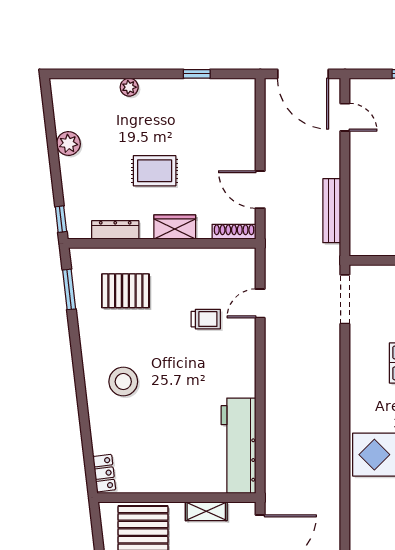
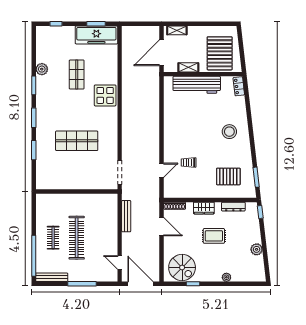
spiral stairs: (219, 107) -> (182, 268), added
workbench: (239, 446) -> (197, 85), moved, turned 90

